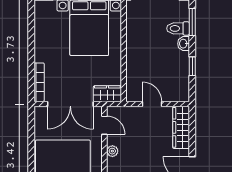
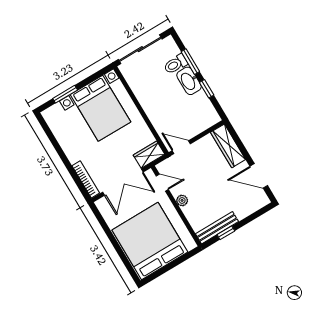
window: (192, 22) -> (190, 62), moved
washbasin: (184, 44) -> (189, 81), width x1.91, depth x1.45
door: (152, 104) -> (181, 147), moved

